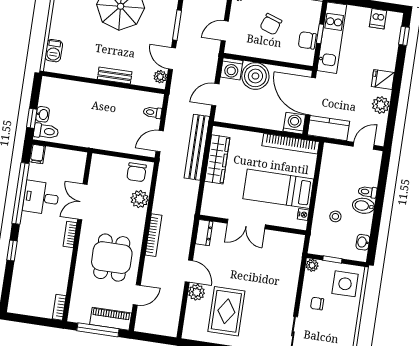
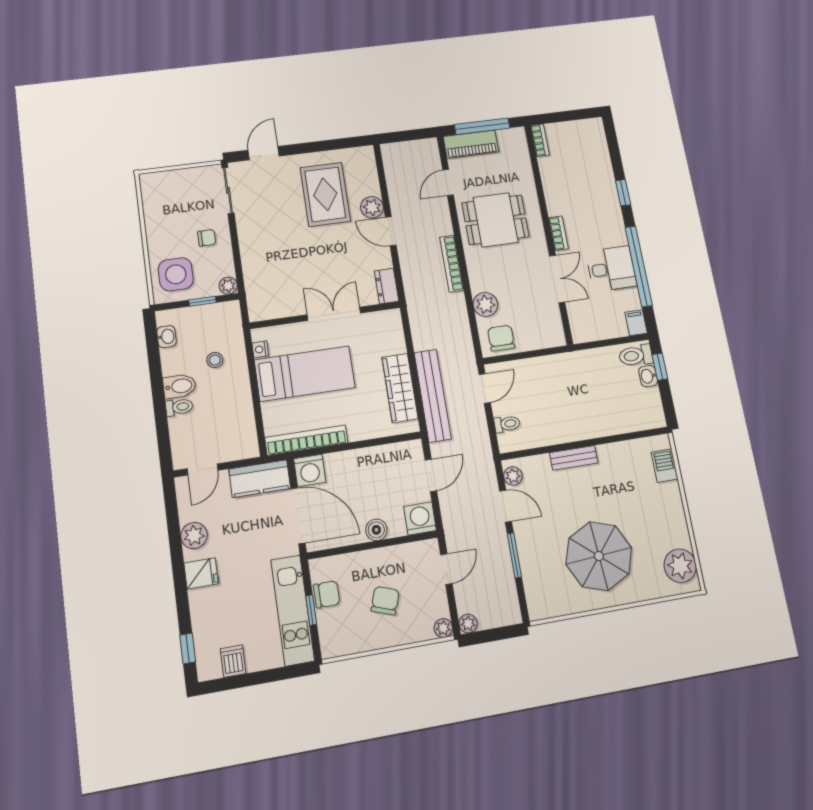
boiler: (255, 76) -> (376, 530), width x0.54, depth x0.54
dining table: (112, 258) -> (496, 220), turned 90

